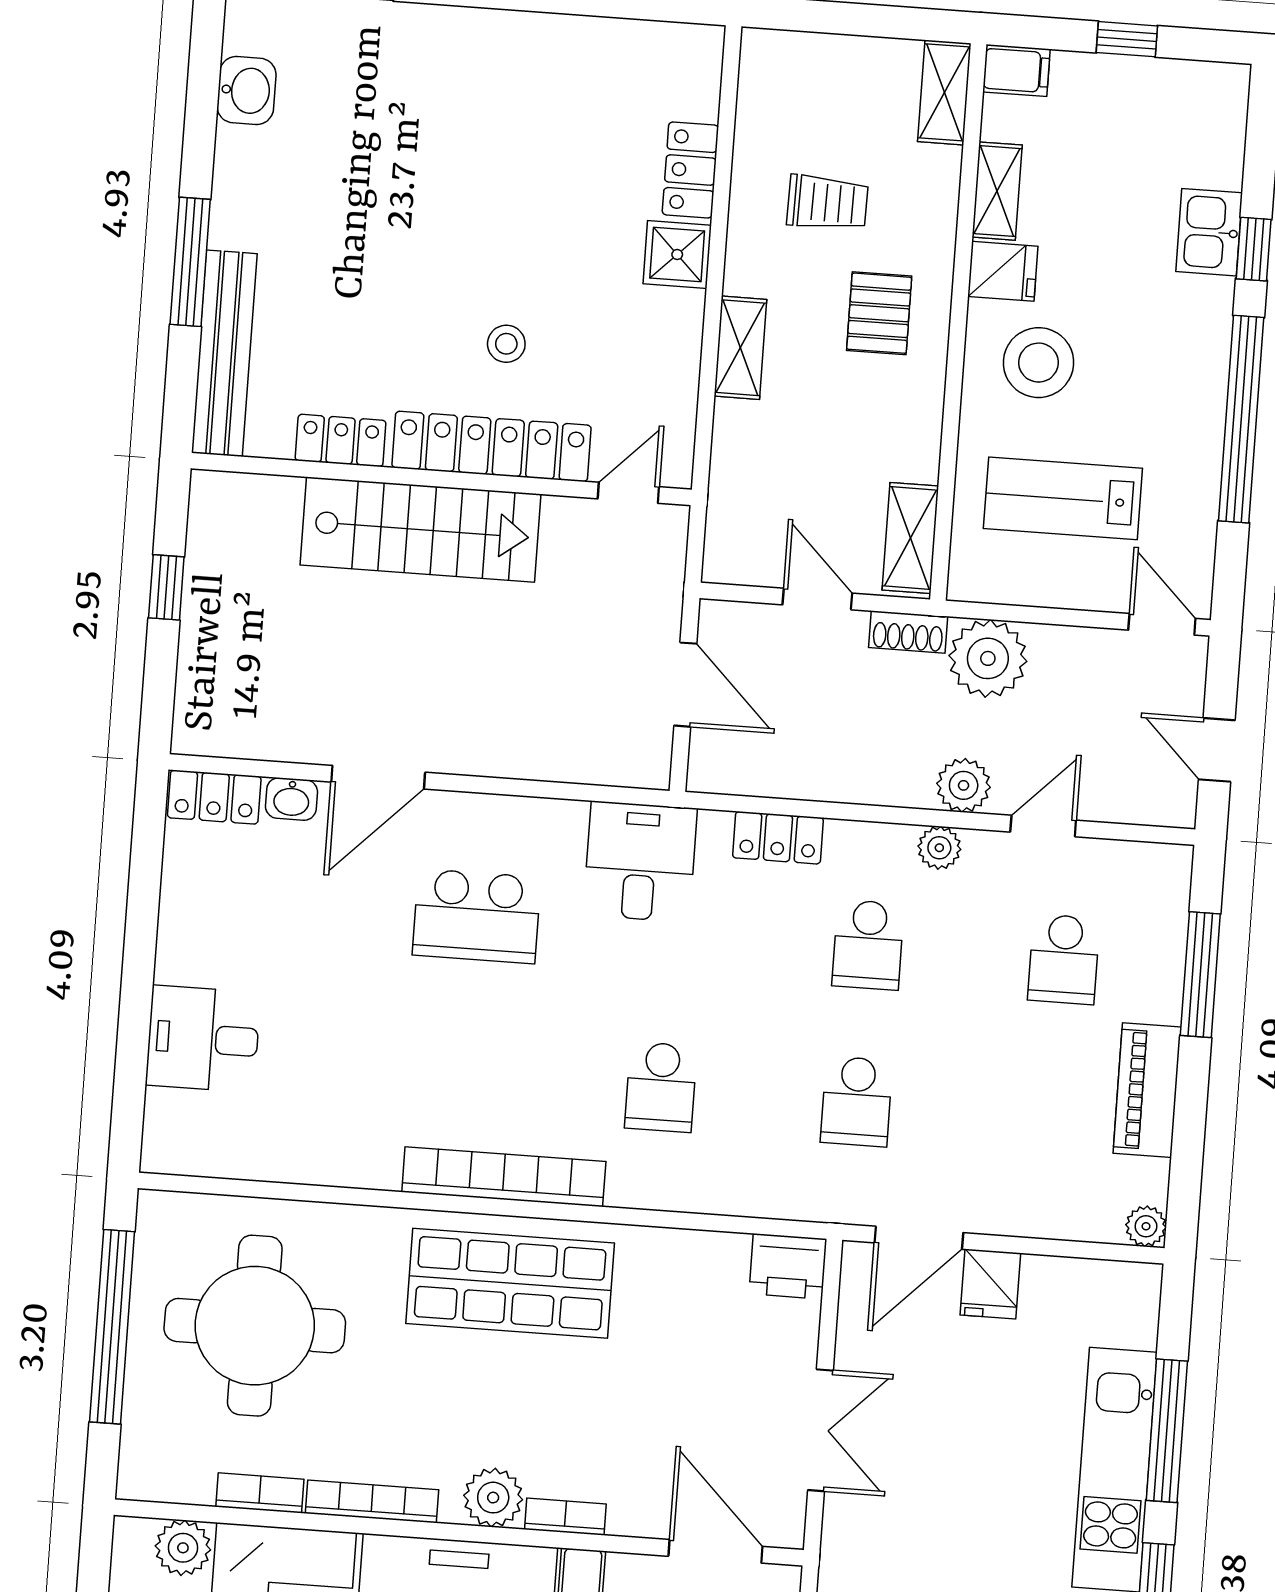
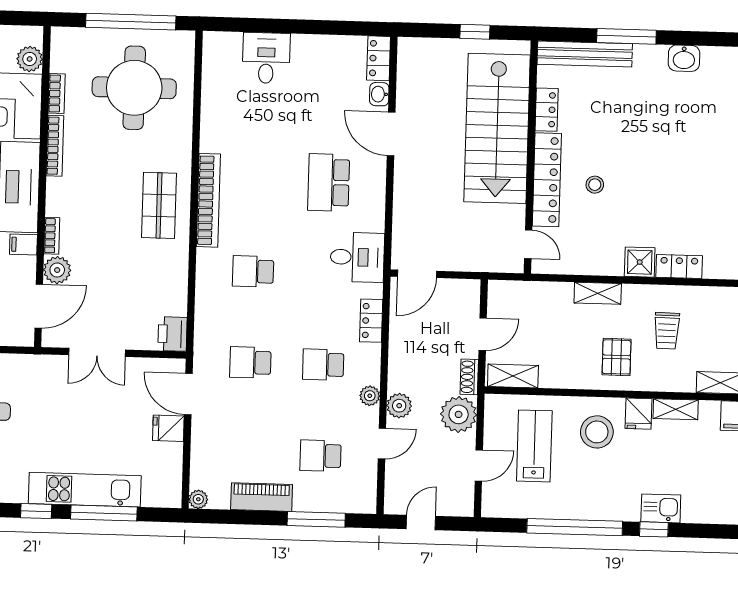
washbasin: (246, 91) -> (684, 58), moved
pallet: (879, 313) -> (617, 357), turned 90
stairs: (420, 530) -> (497, 128), width x1.36, depth x1.51
door: (1162, 624) -> (479, 465), moved
door: (685, 685) -> (417, 274), moved
door: (1043, 826) -> (382, 443), hinge flipped
shop shelf: (510, 1283) -> (159, 205), width x0.70, depth x0.74
plant: (493, 1498) -> (57, 270), moved

